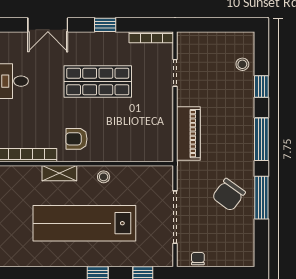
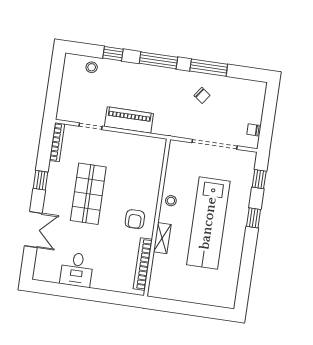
piano: (188, 134) -> (129, 120), moved
chair: (229, 195) -> (202, 95), width x0.54, depth x0.54

